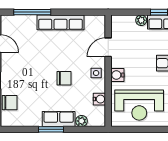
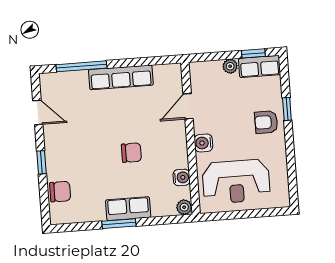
side table: (96, 73) -> (174, 142), removed
plant: (82, 121) -> (184, 207), moved

